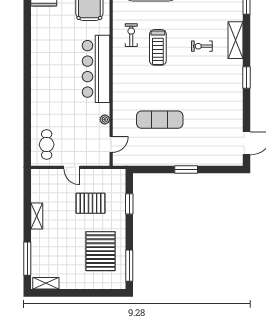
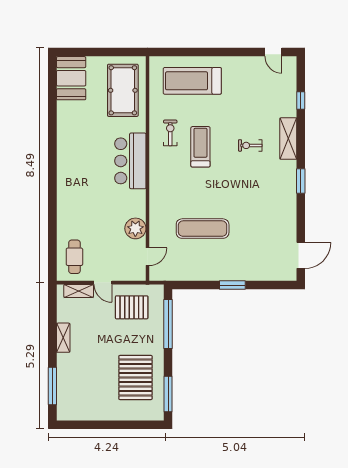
treadmill: (158, 47) -> (200, 147), turned 180
bar counter: (96, 69) -> (130, 161), width x0.73
plant: (105, 119) -> (135, 228), width x1.88, depth x1.88
pallet: (90, 203) -> (132, 307), moved
window: (129, 204) -> (168, 324), width x2.11
shelving: (46, 283) -> (79, 291), moved

